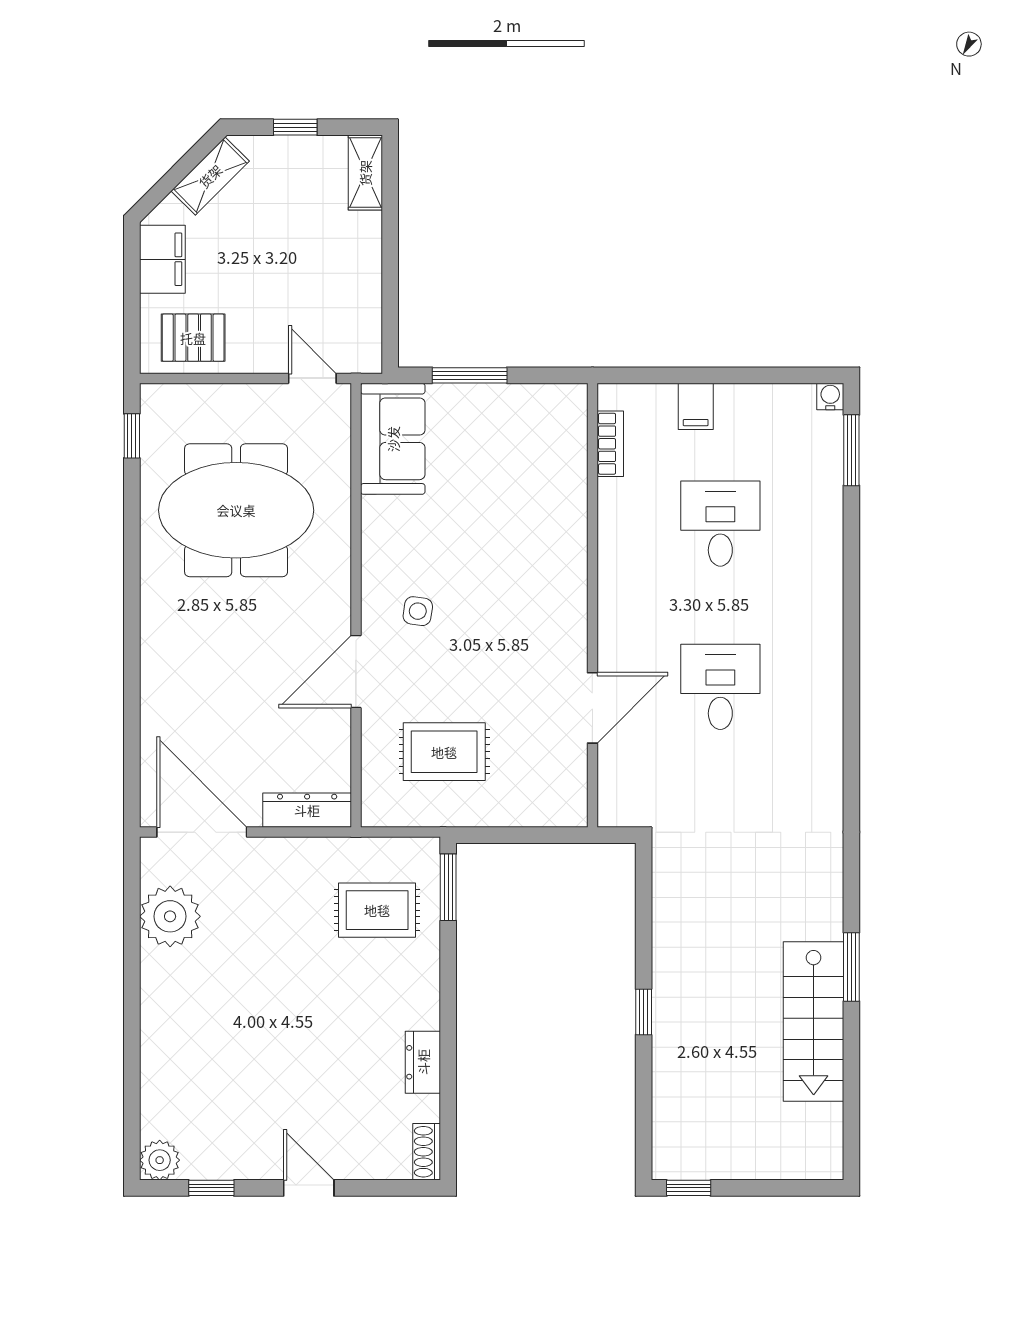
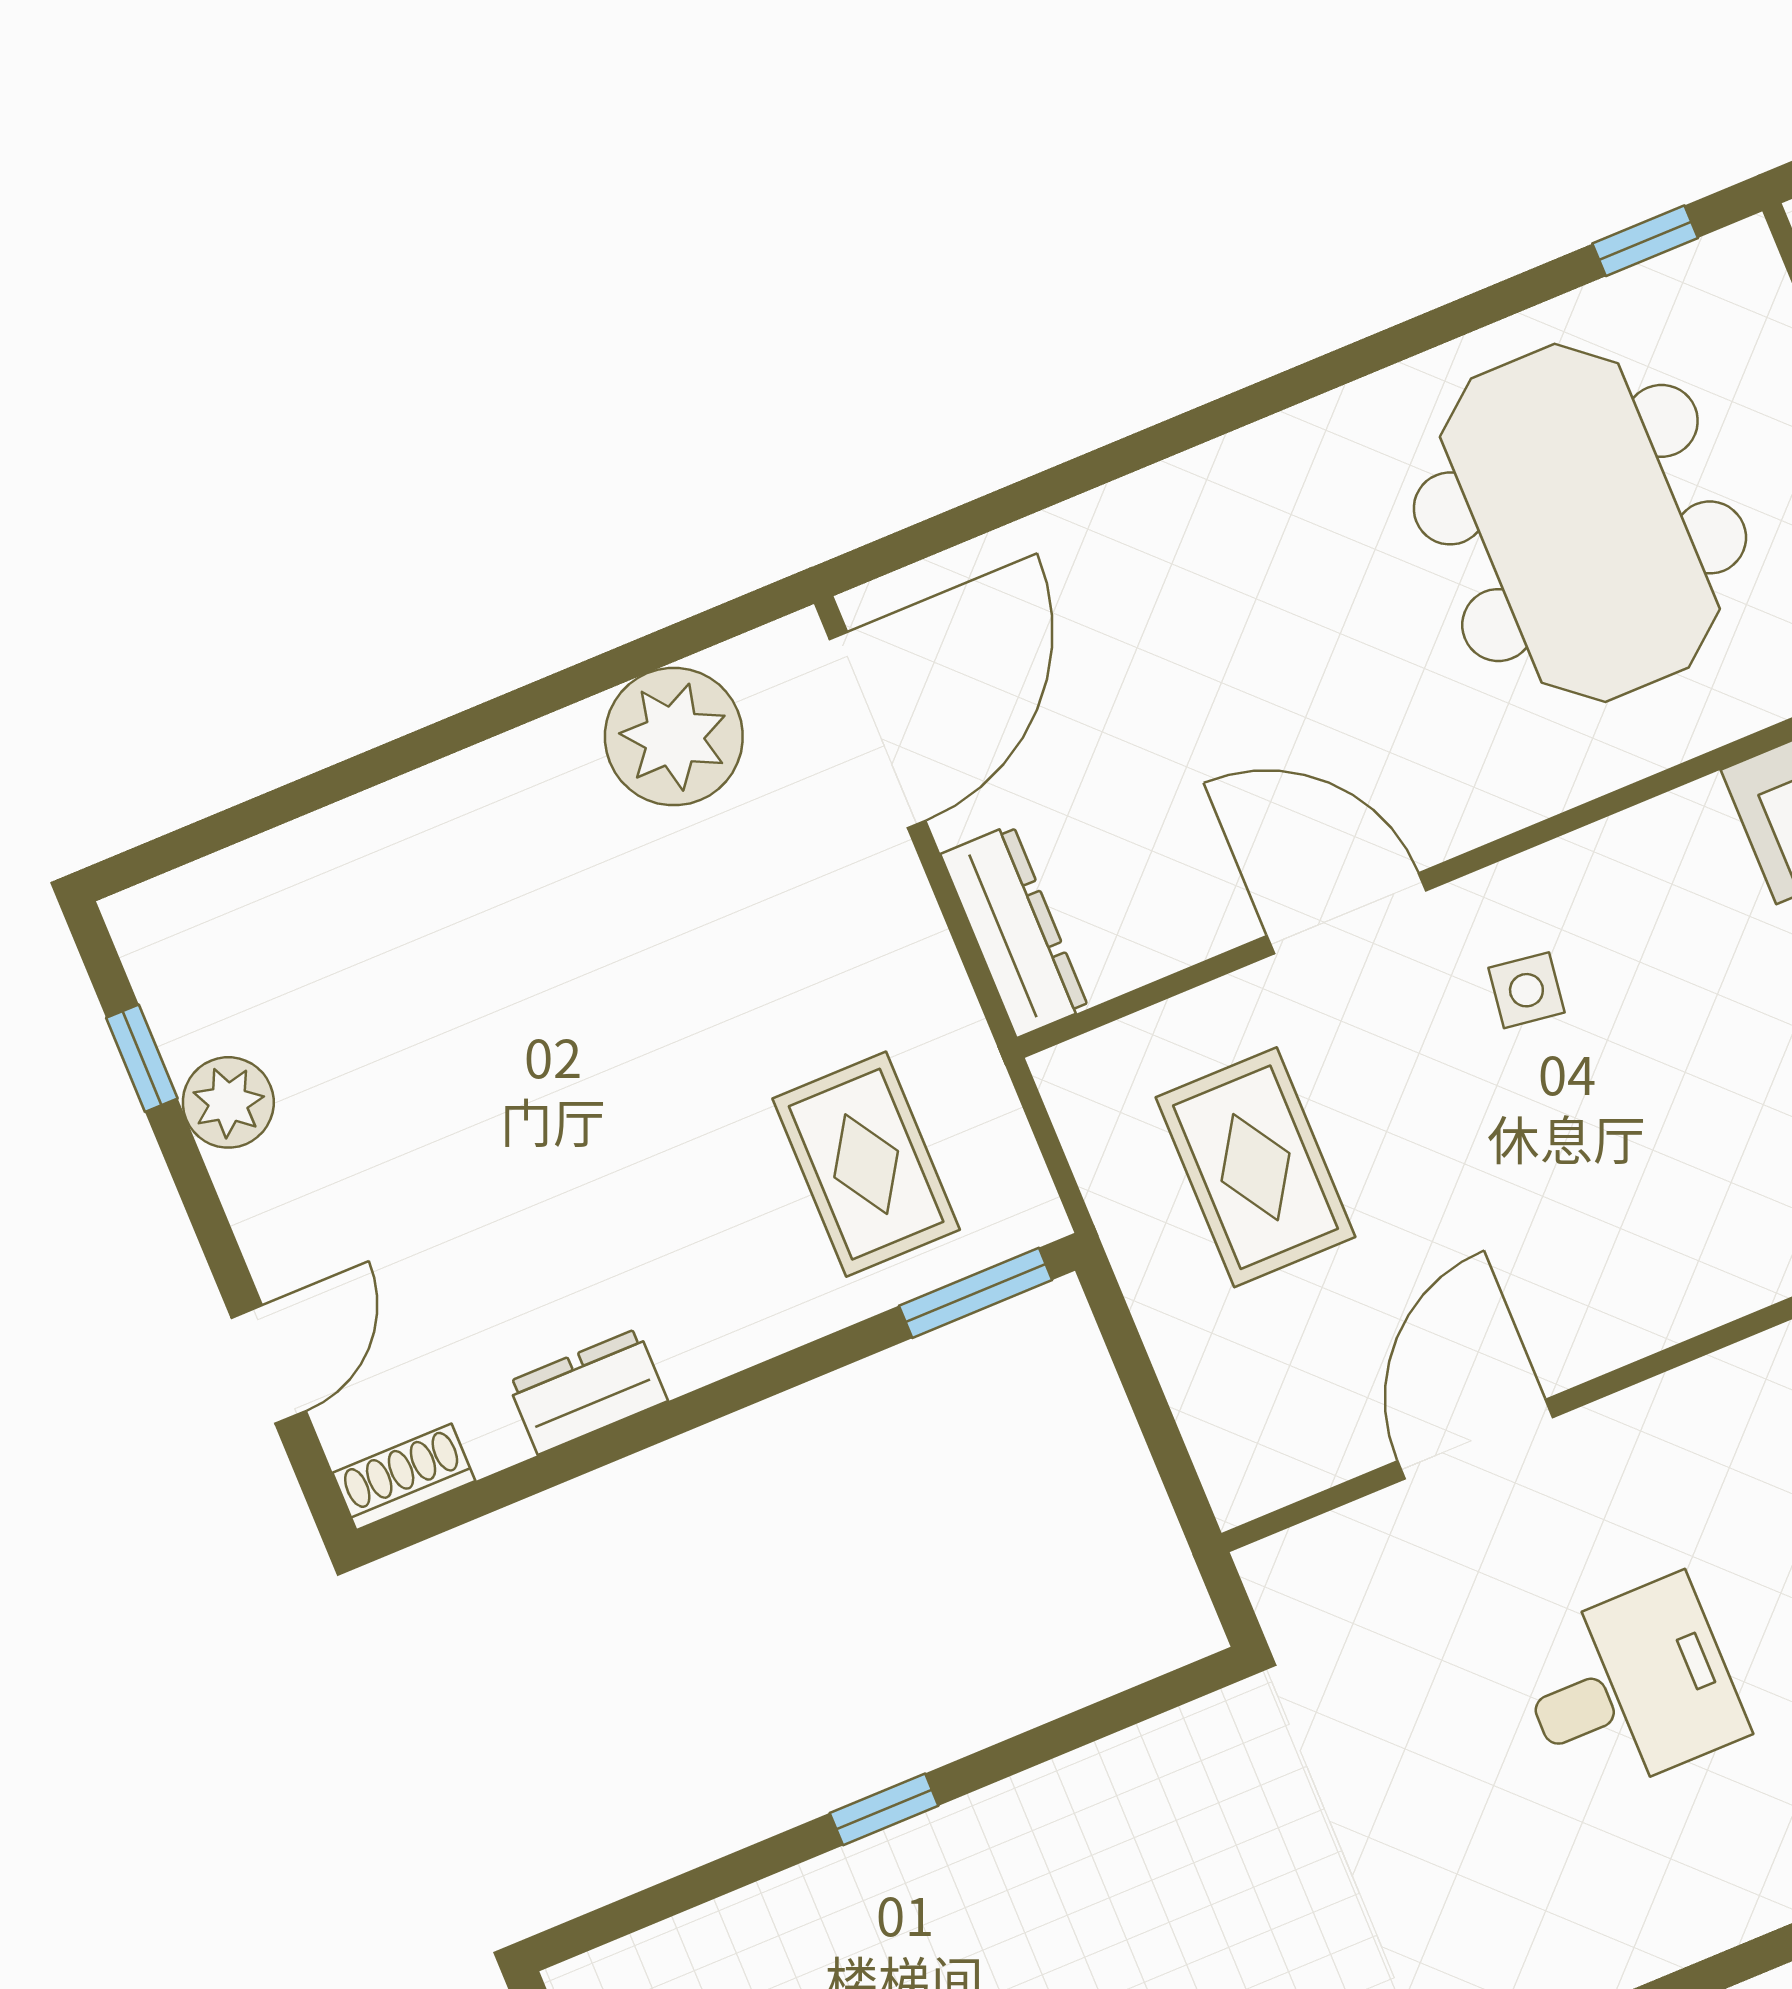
door: (592, 708) -> (1475, 1439), swing flipped
plant: (160, 1160) -> (228, 1102), moved
door: (309, 1188) -> (269, 1364), moved

